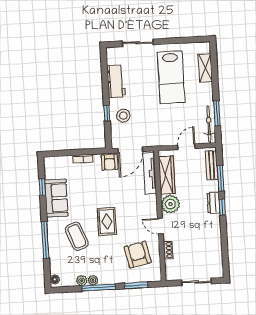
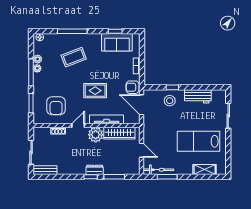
bench: (212, 165) -> (45, 170), moved
tv unit: (150, 173) -> (106, 119), moved
sofa: (56, 198) -> (117, 42), moved
rug: (107, 222) -> (95, 91), moved
armchair: (138, 255) -> (56, 106), turned 102

